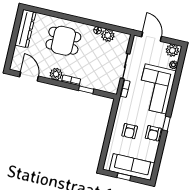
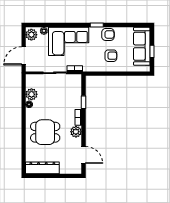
dining table: (63, 41) -> (45, 132), turned 90
door: (29, 76) -> (84, 155), swing flipped

